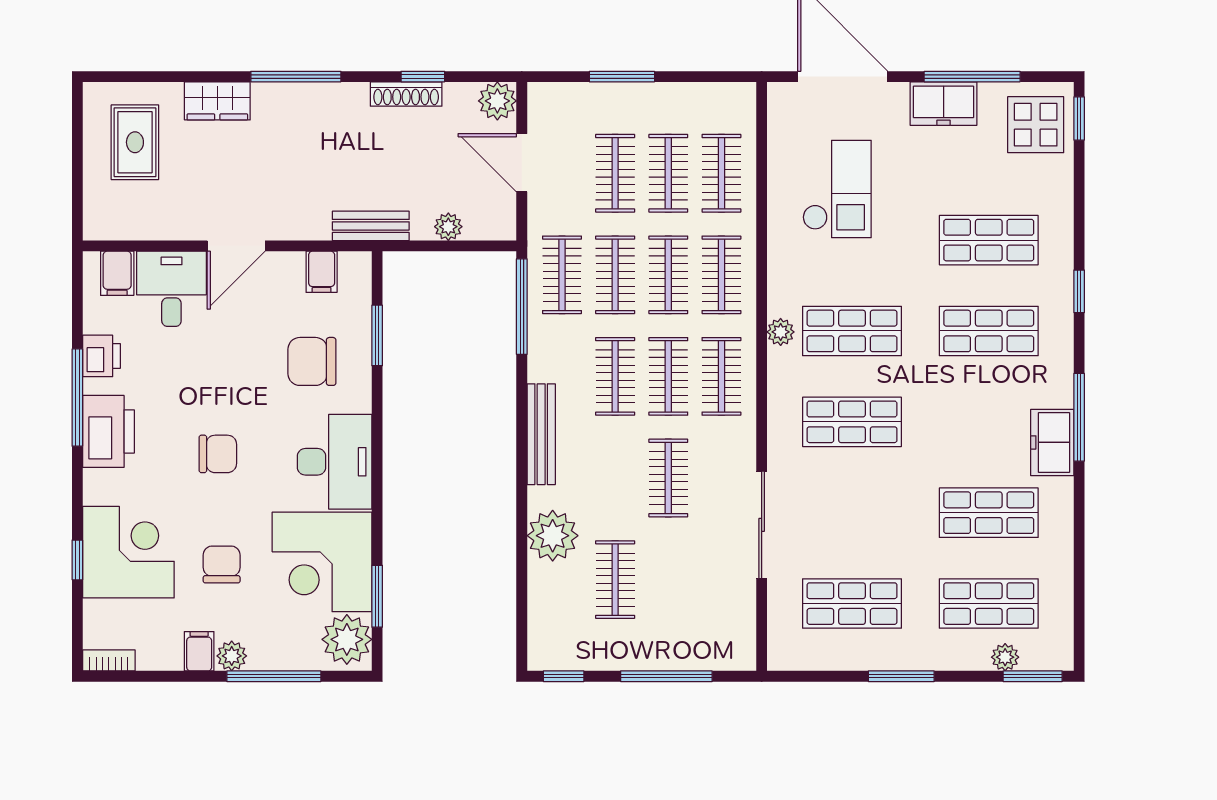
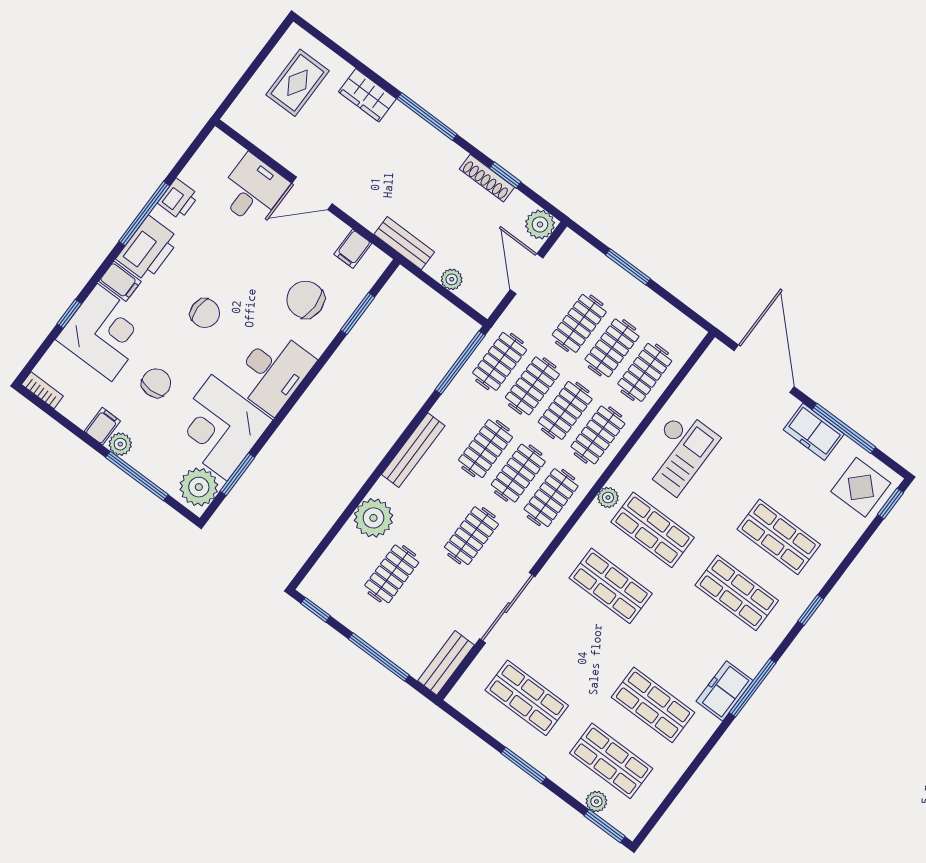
checkout: (837, 189) -> (678, 452), moved
filing cabinet: (117, 273) -> (120, 281), moved, turned -90
bench: (741, 630) -> (446, 663), added

